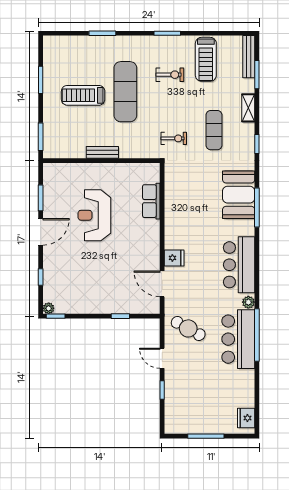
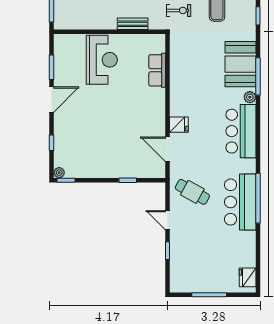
bench: (102, 152) -> (133, 24), moved
reception desk: (94, 215) -> (102, 60), moved, turned 180
plant: (248, 302) -> (250, 97), moved

